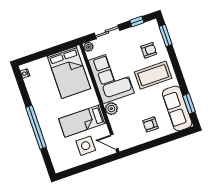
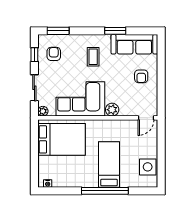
armchair: (149, 50) -> (54, 54), moved
coffee table: (153, 75) -> (93, 57), width x0.54, depth x0.58
window: (189, 104) -> (115, 31), moved
bed: (82, 121) -> (109, 164), moved, turned 180
side table: (86, 146) -> (148, 167), moved

